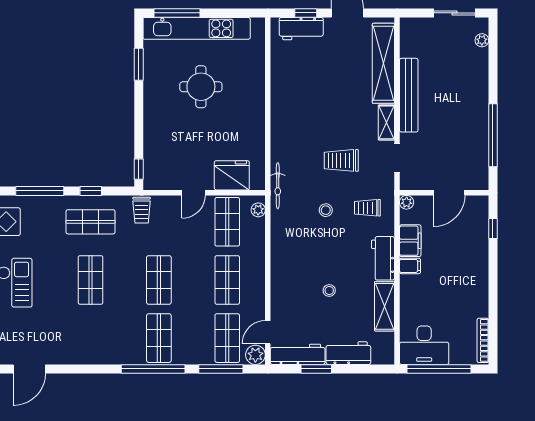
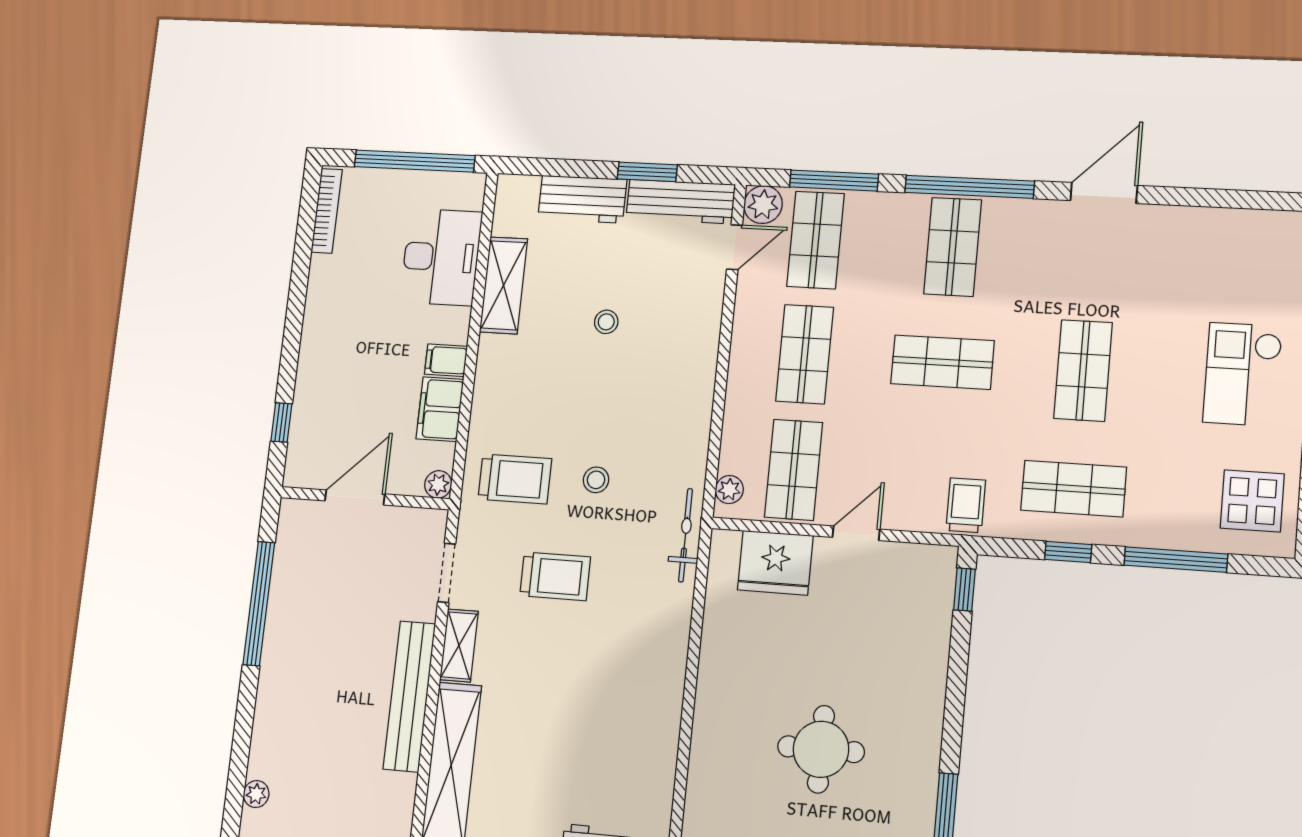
trolley: (367, 208) -> (515, 479), width x1.36, depth x1.39
workbench: (383, 258) -> (496, 378), removed
shop shelf: (159, 280) -> (942, 362), turned 90
desk: (424, 345) -> (441, 257), moved, turned 90
door: (29, 369) -> (1104, 193), moved

